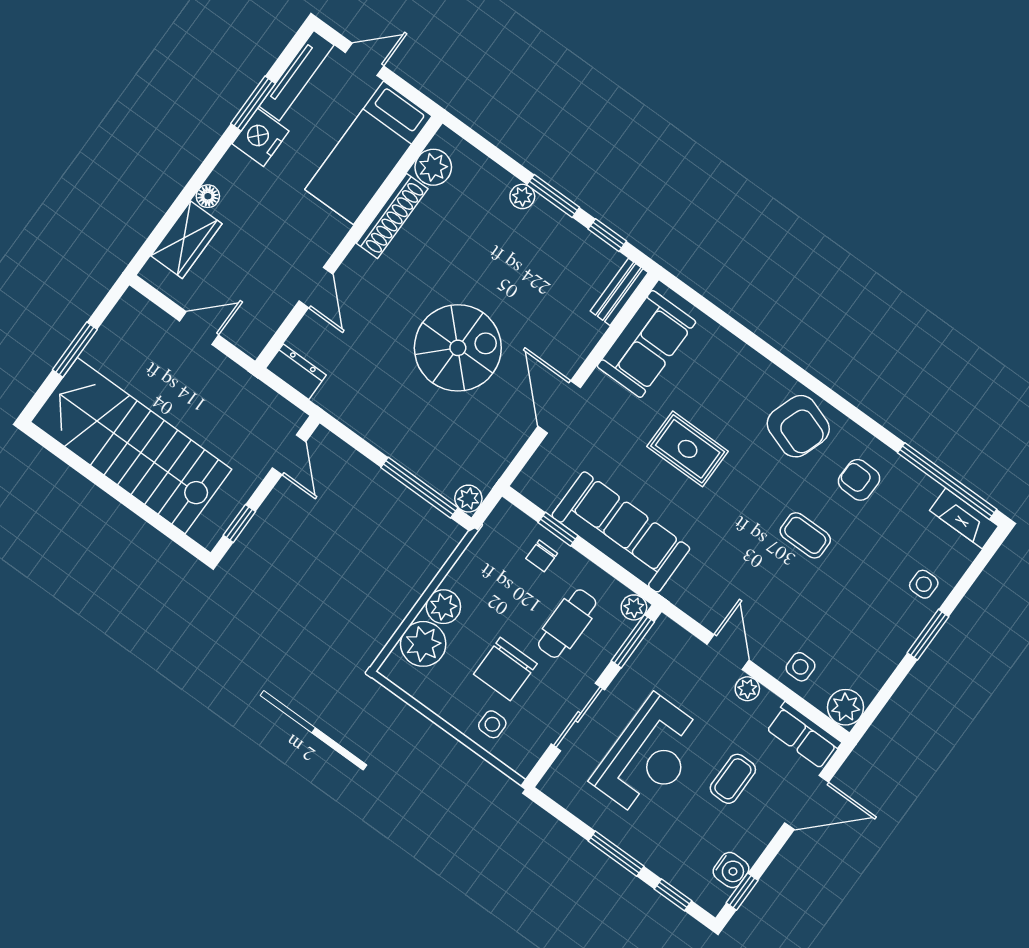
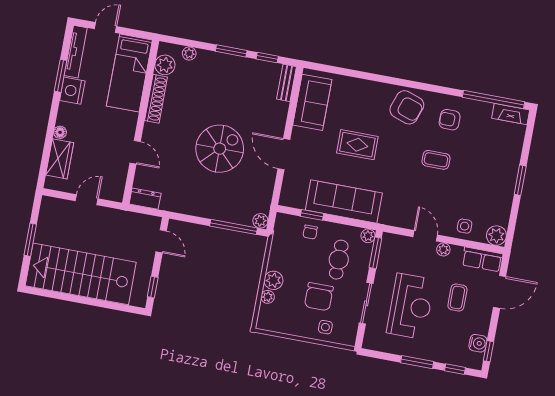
plant: (522, 196) -> (189, 53), moved
side table: (924, 584) -> (506, 156), removed
plant: (423, 644) -> (268, 297), width x0.53, depth x0.53

